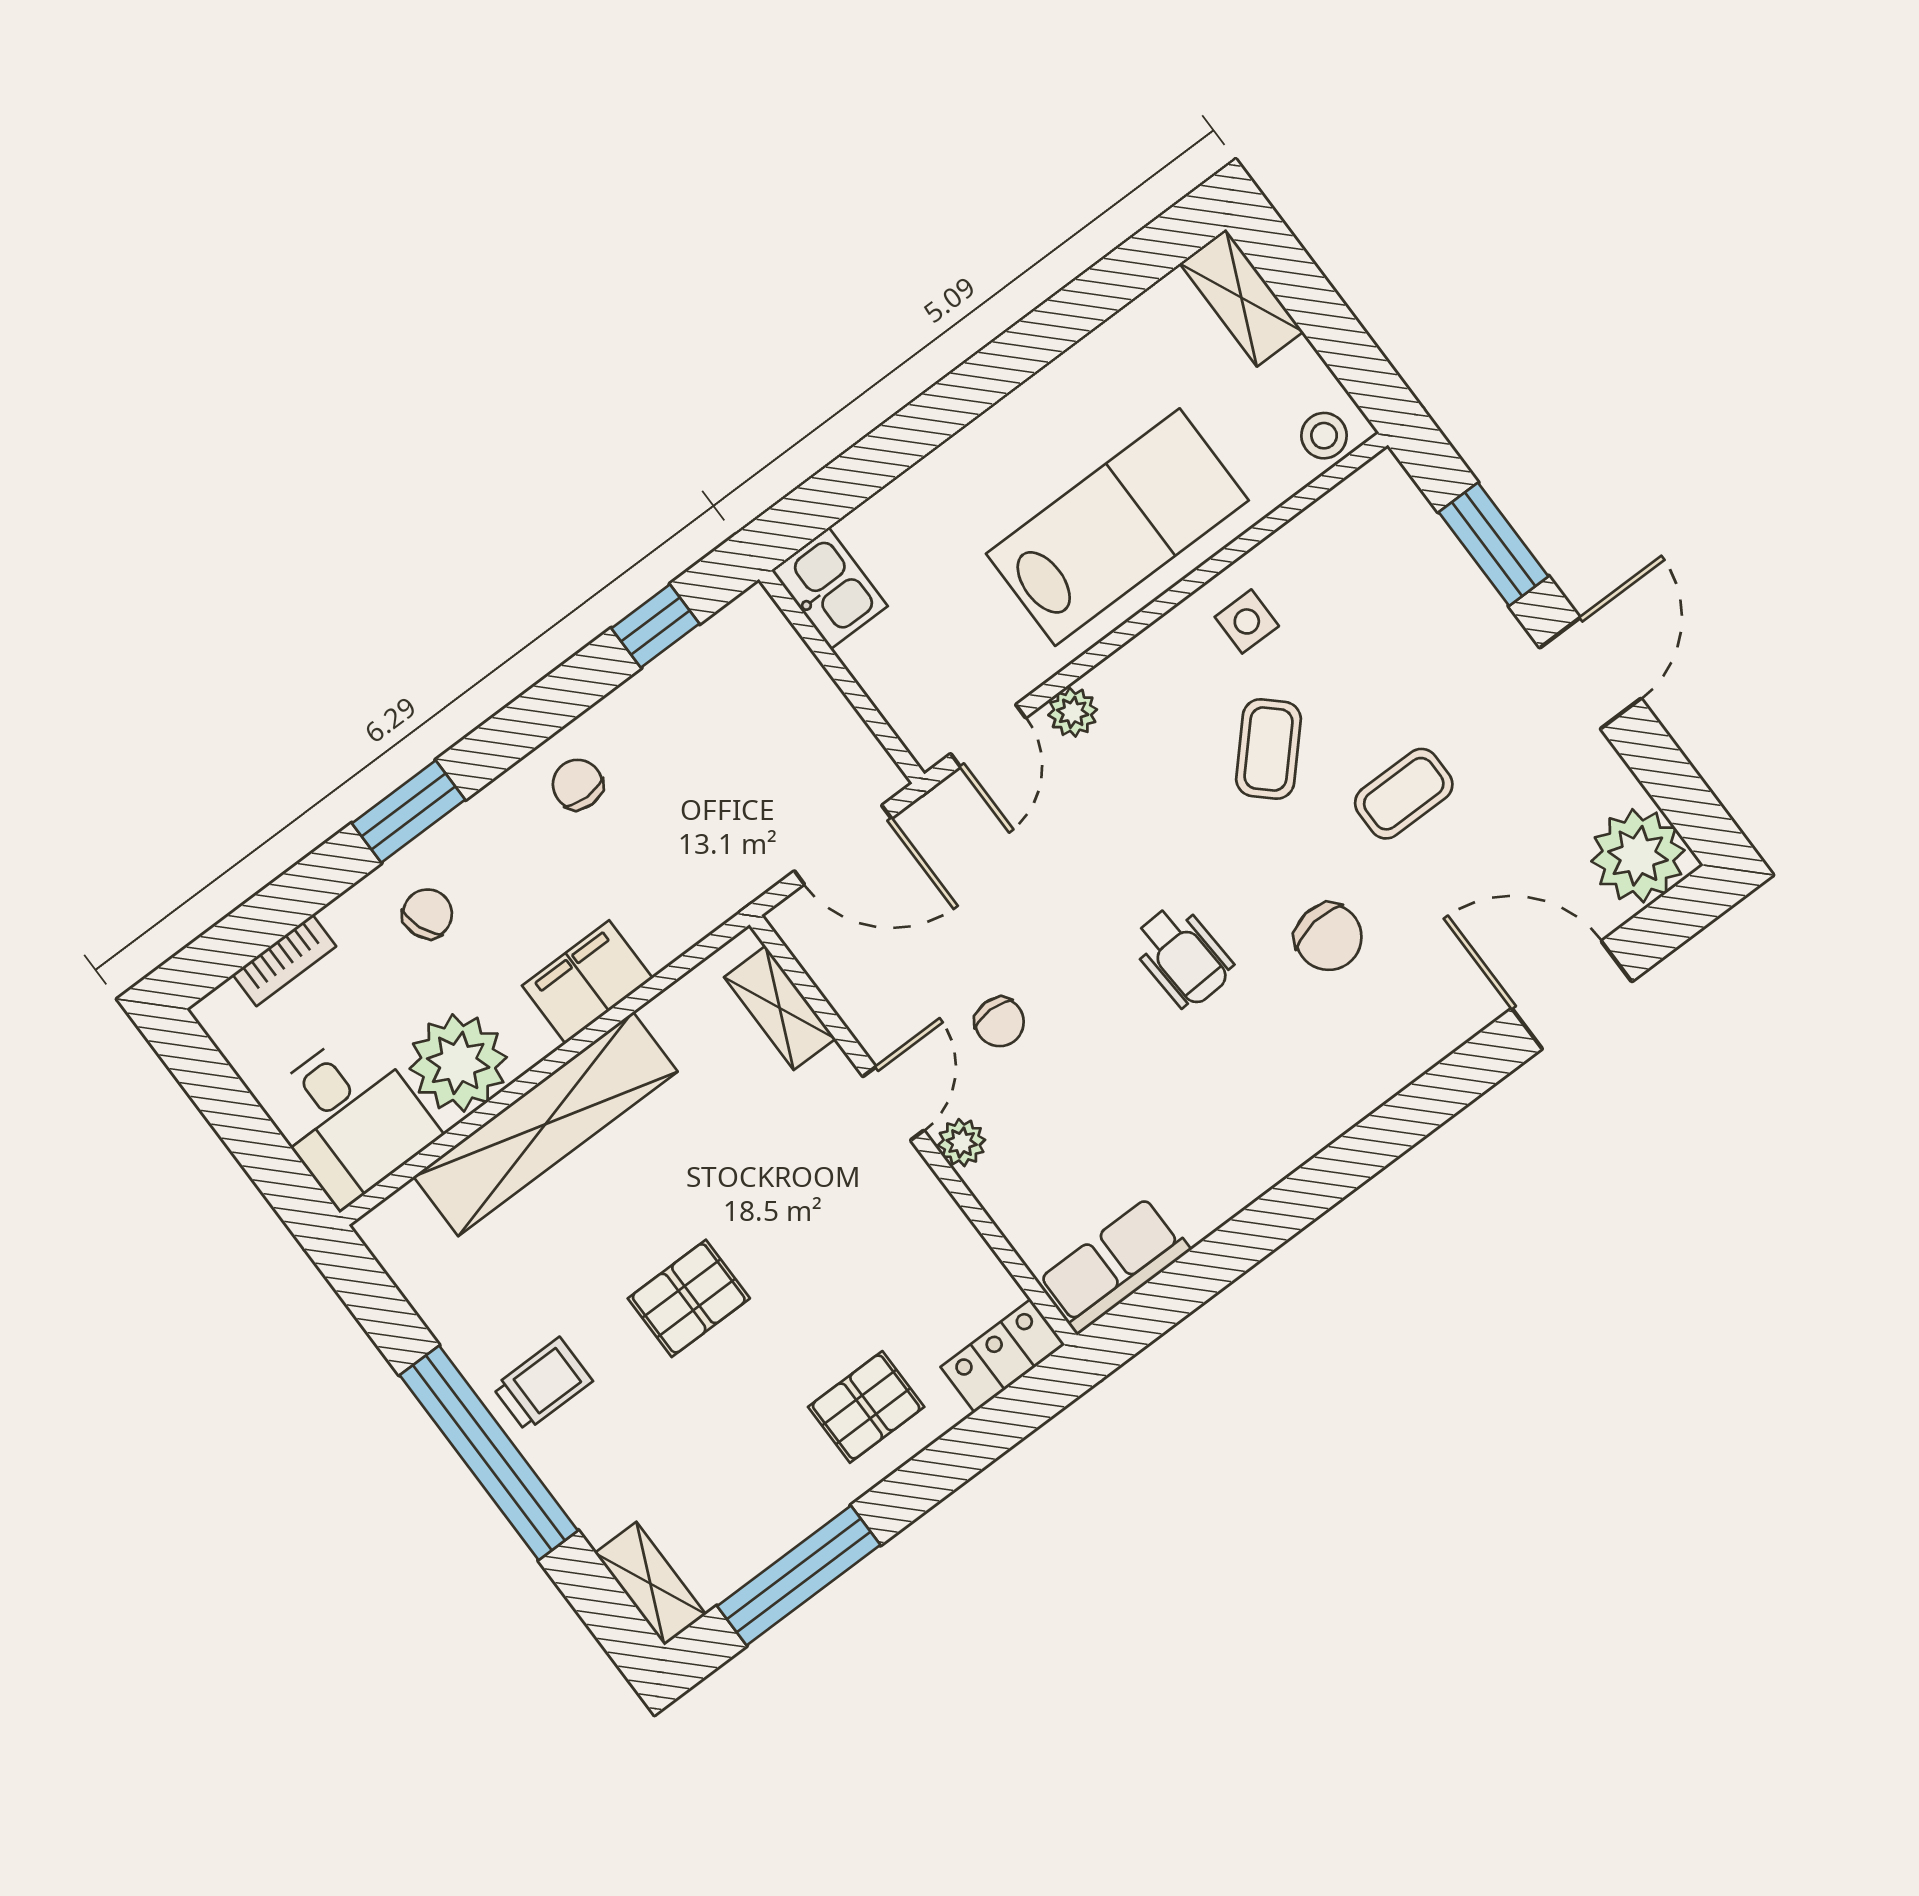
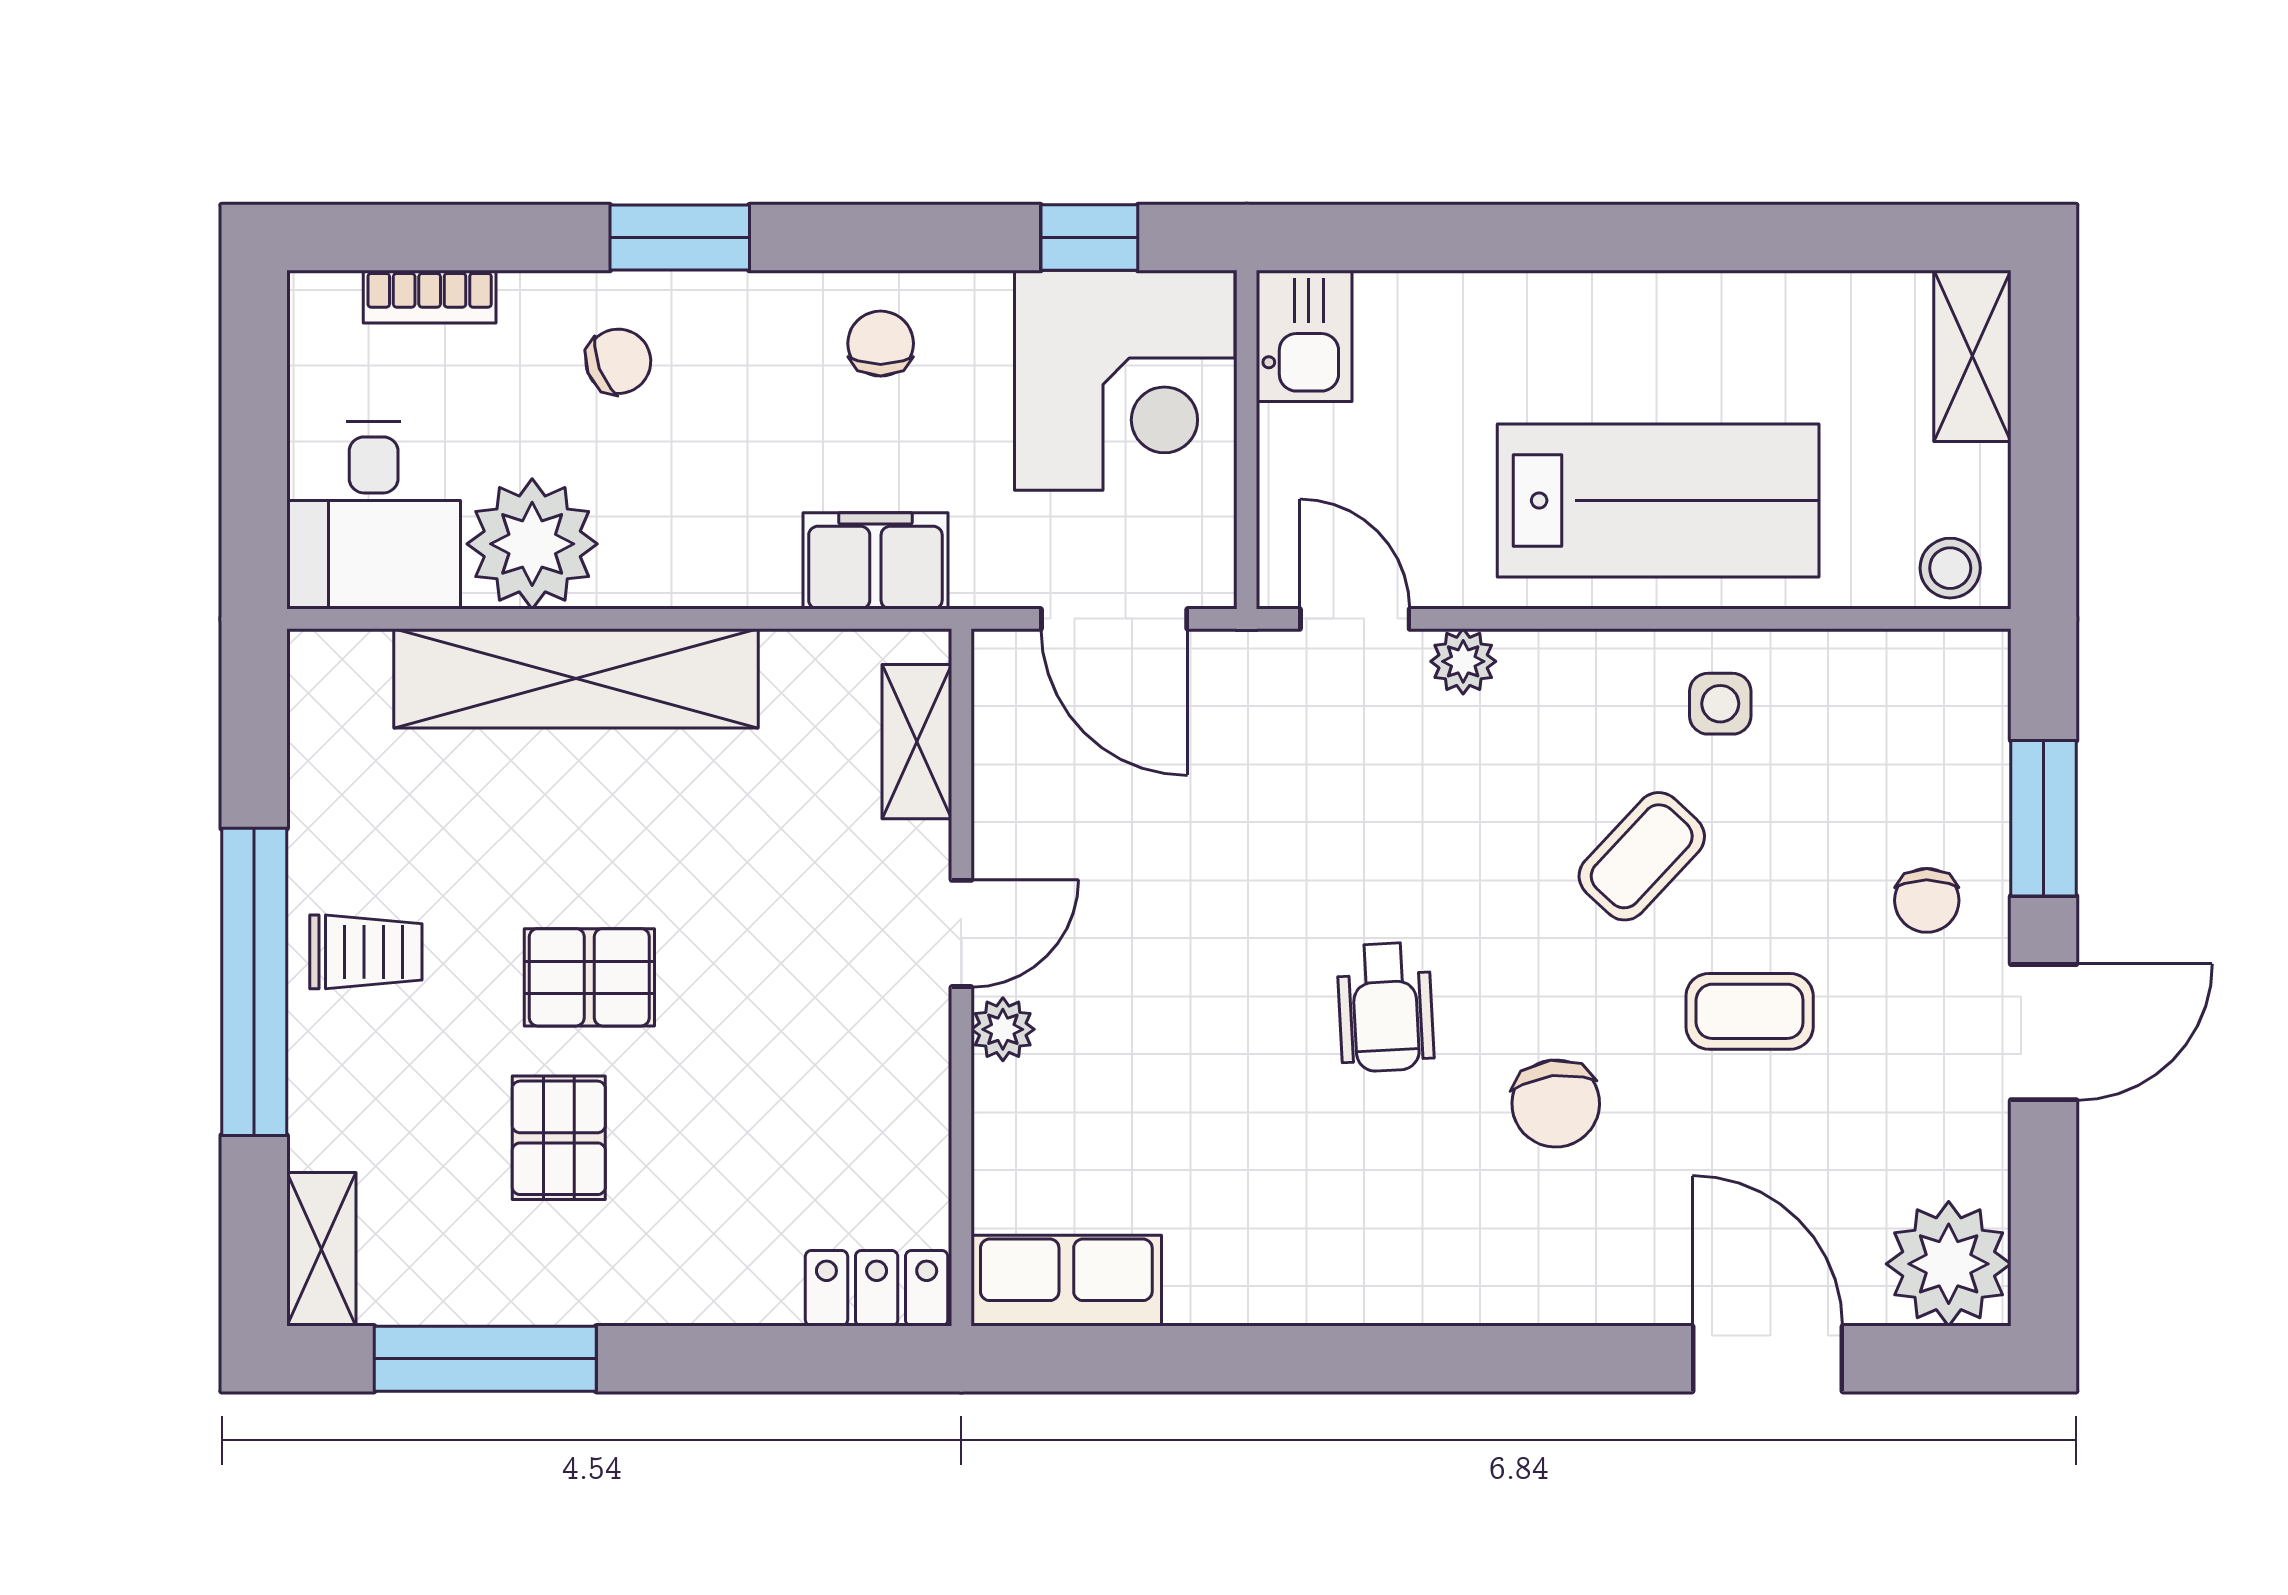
corner desk: (741, 696) -> (1125, 380), added
door: (988, 736) -> (1355, 619), swing flipped
filing cabinet: (587, 982) -> (875, 561), moved
chair: (1000, 1022) -> (1927, 900), moved
pallet: (866, 1407) -> (559, 1138), moved, turned 90

